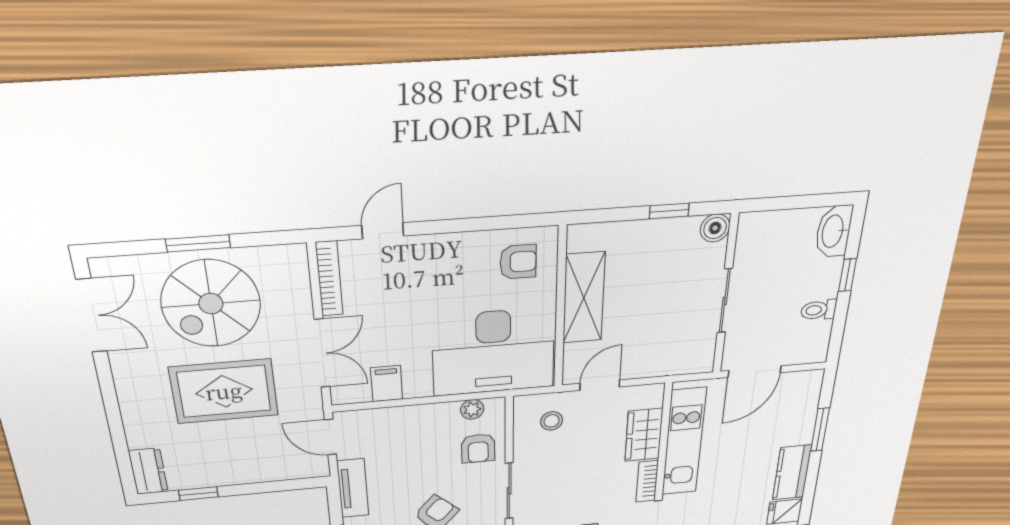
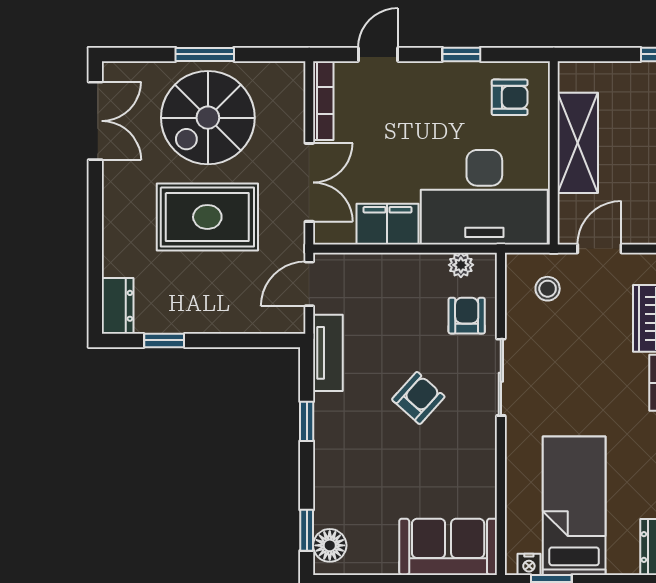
window: (469, 225) -> (461, 54), added
filing cabinet: (387, 384) -> (387, 224), width x2.00
door: (330, 437) -> (309, 284), hinge flipped
armchair: (478, 448) -> (467, 316), turned 180

